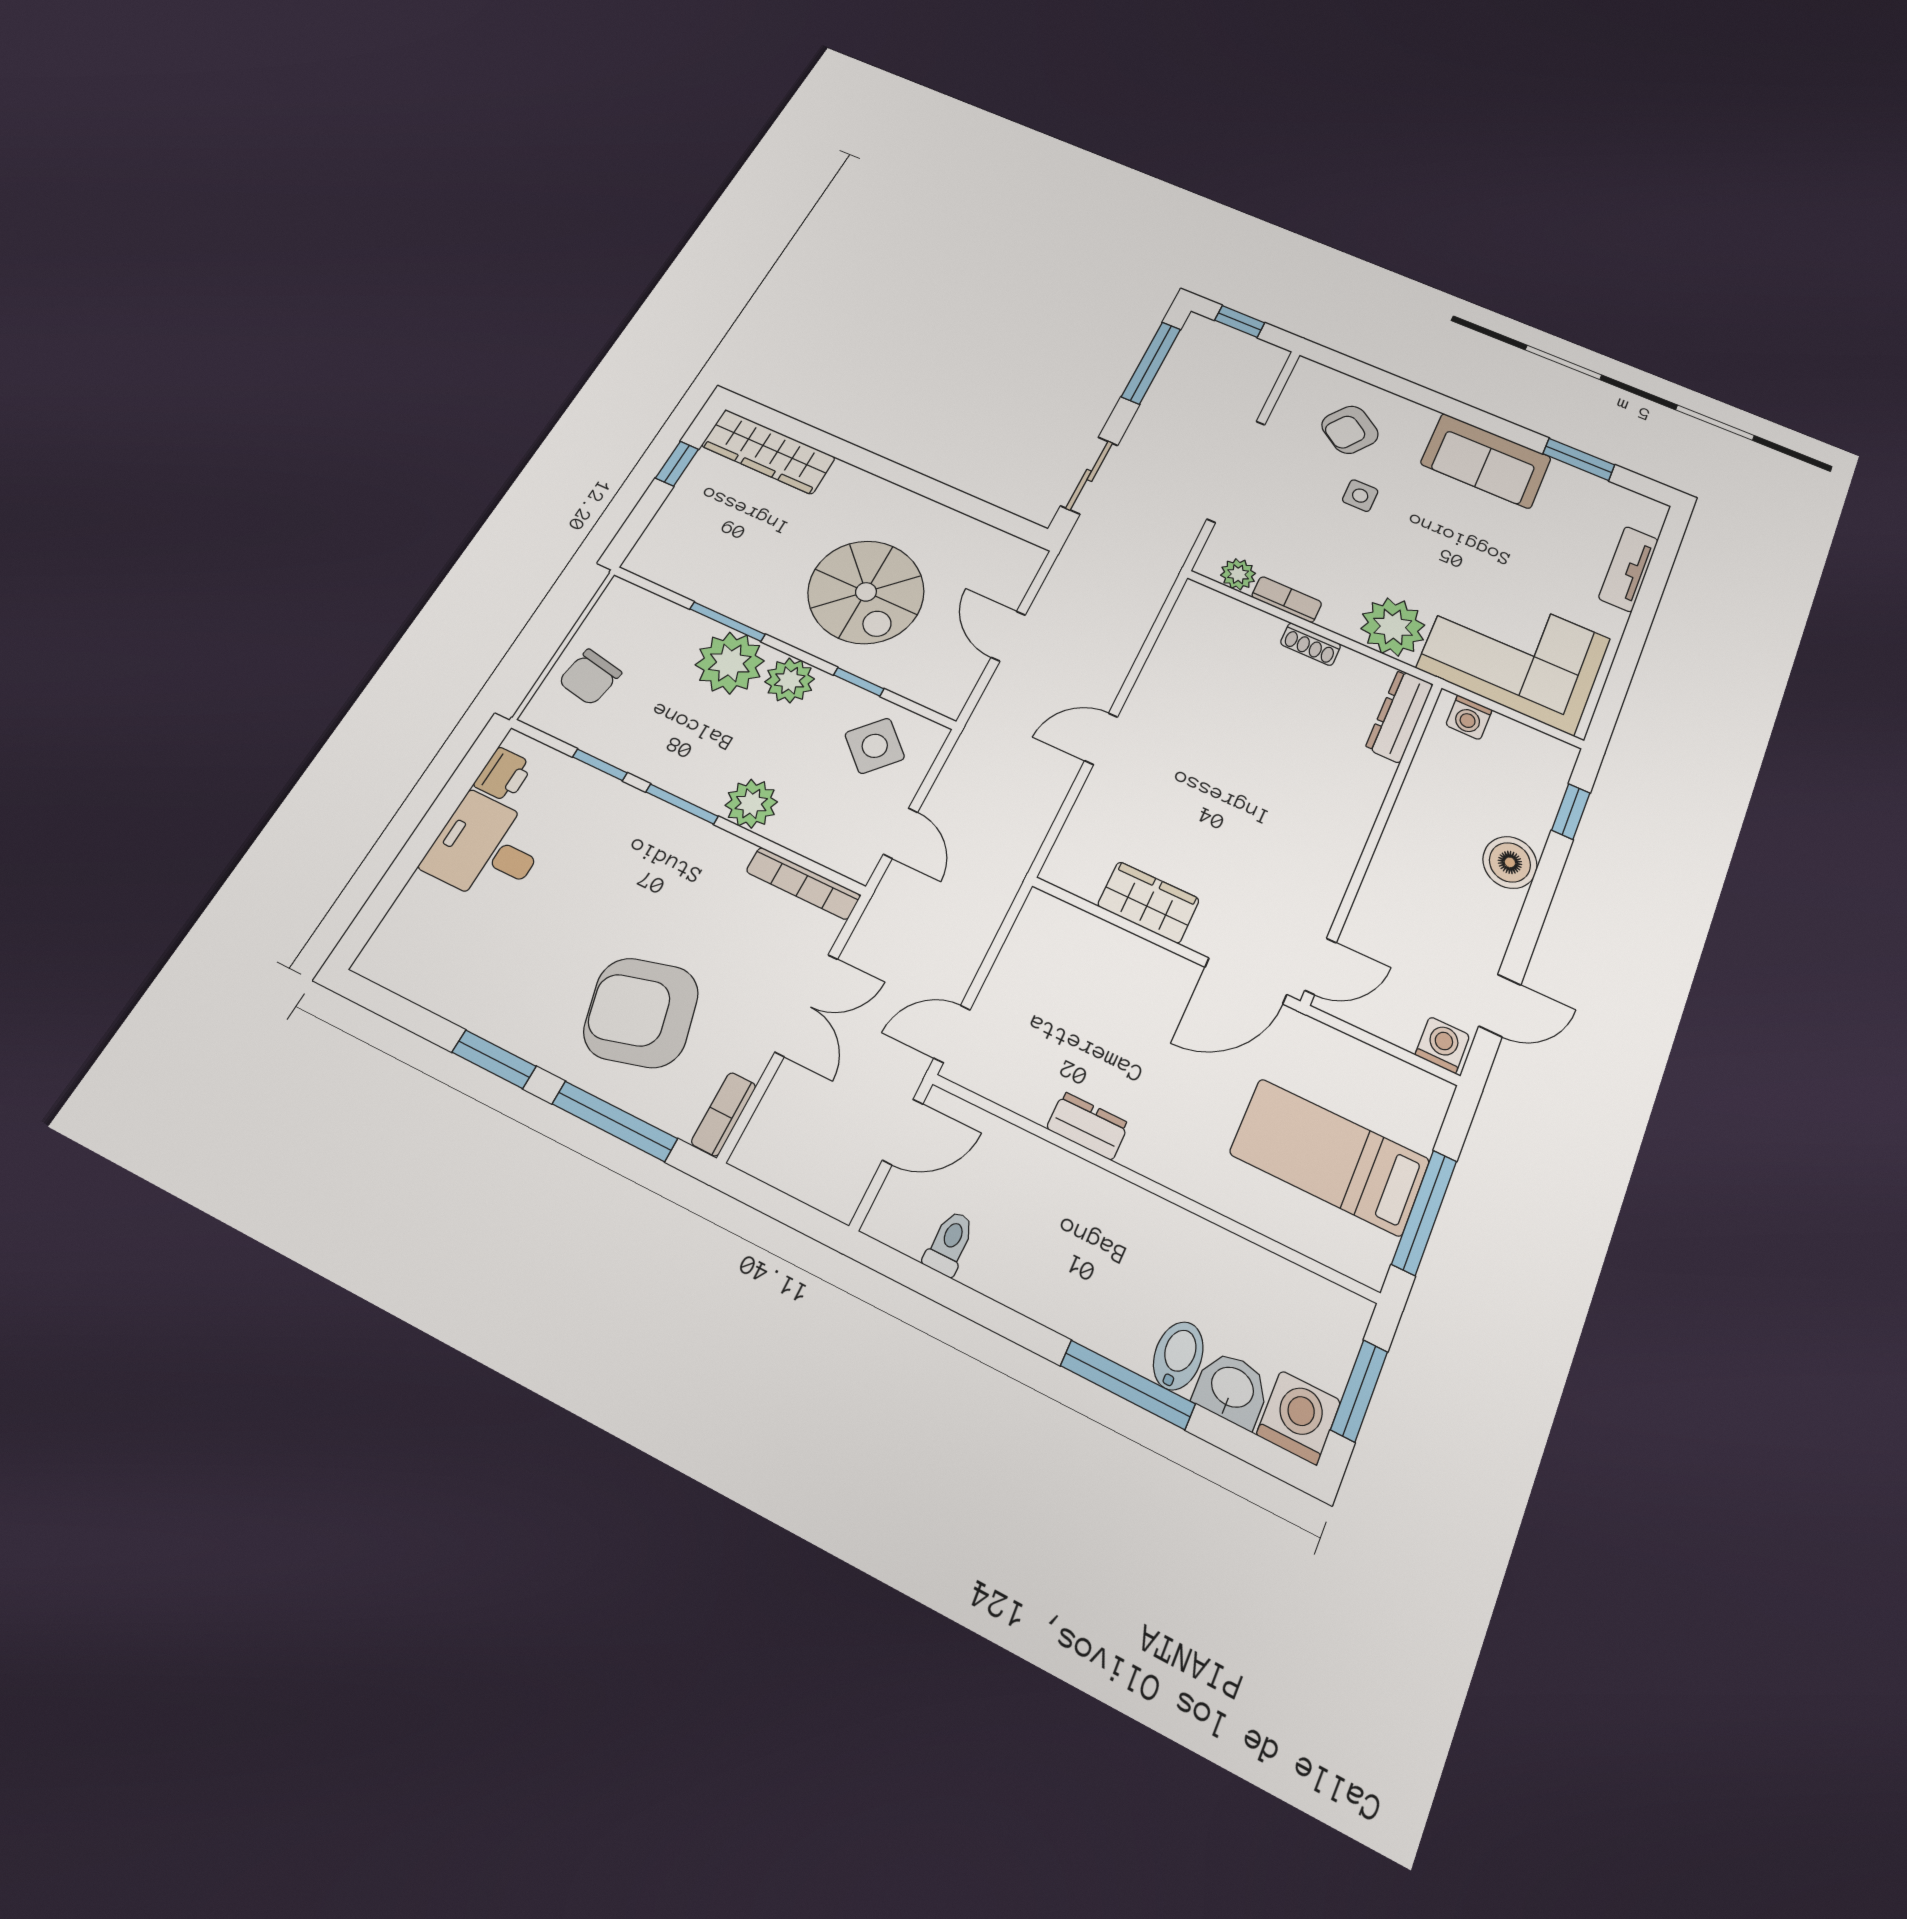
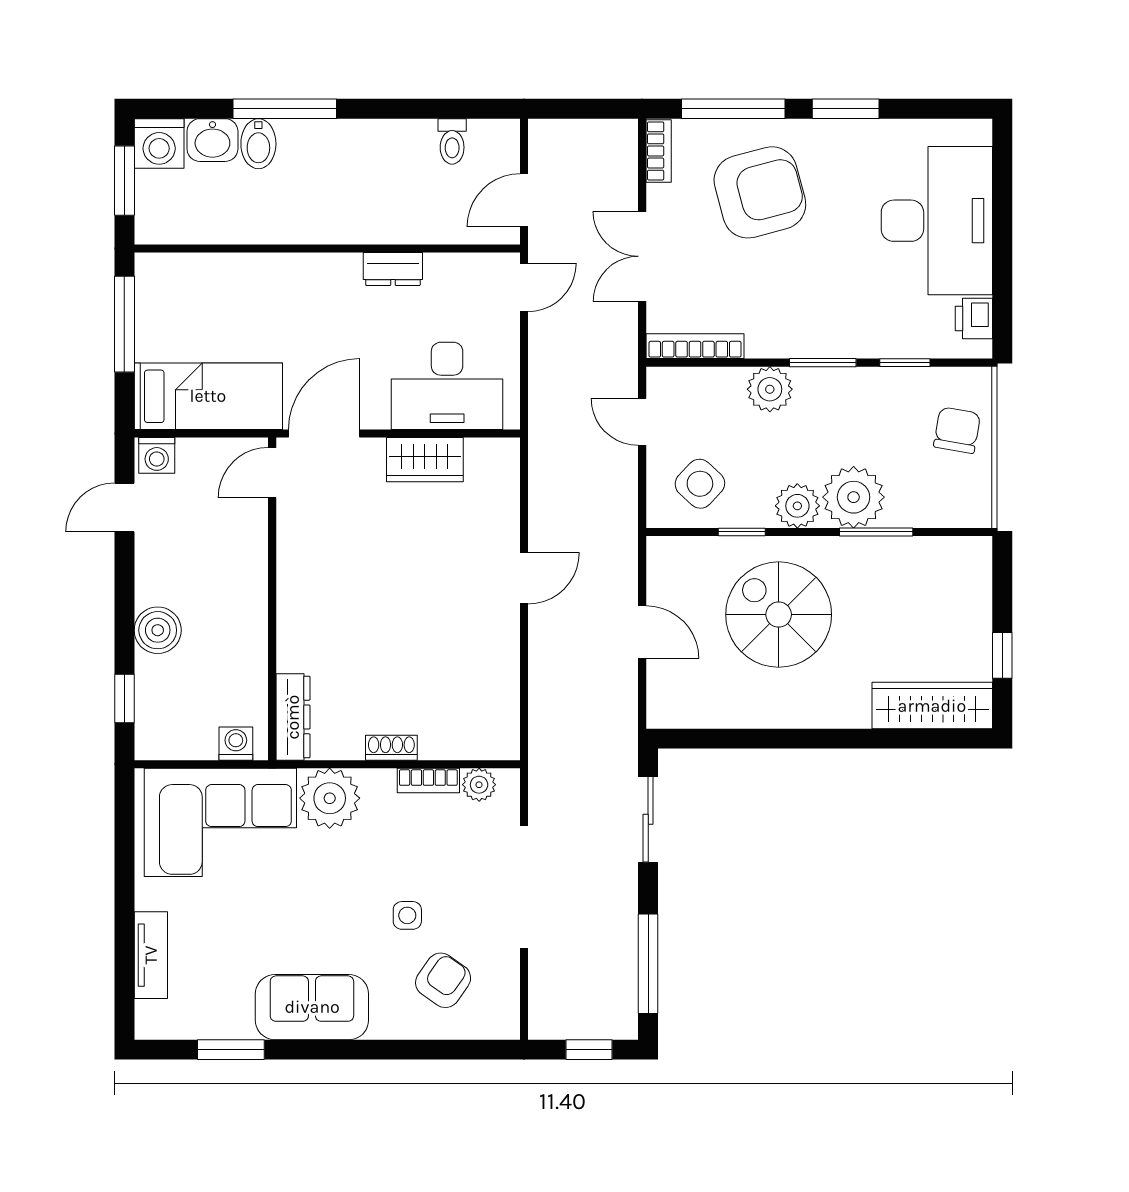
desk: (486, 849) -> (937, 221), width x1.87, depth x1.30
desk: (1088, 968) -> (447, 386), added
bed: (1329, 1157) -> (208, 396), moved

